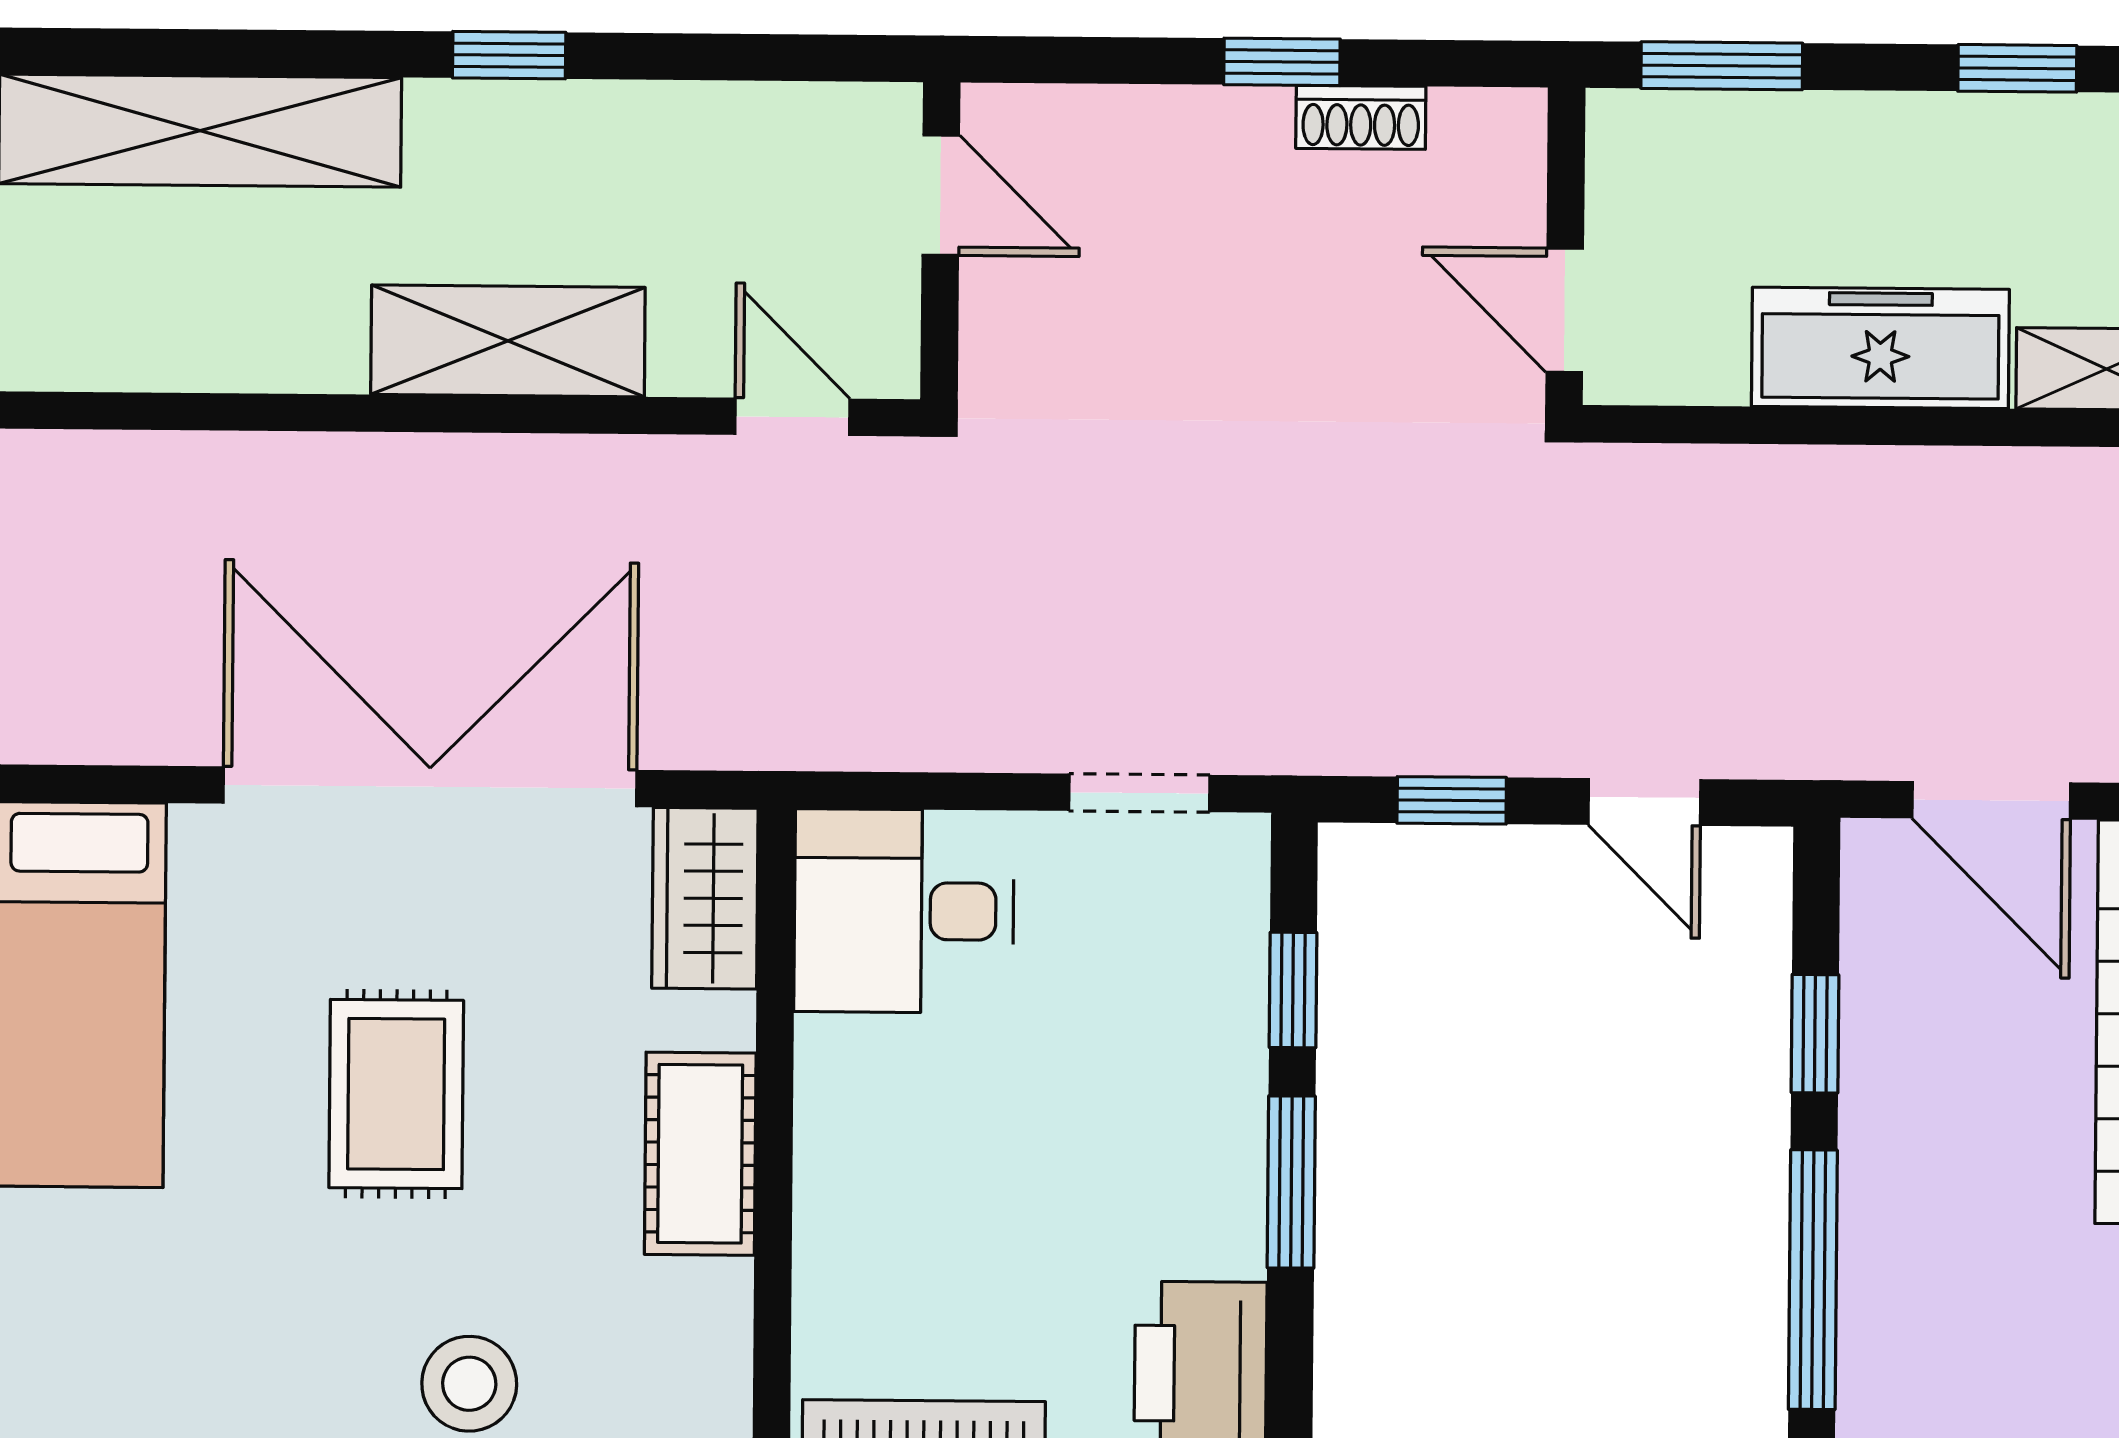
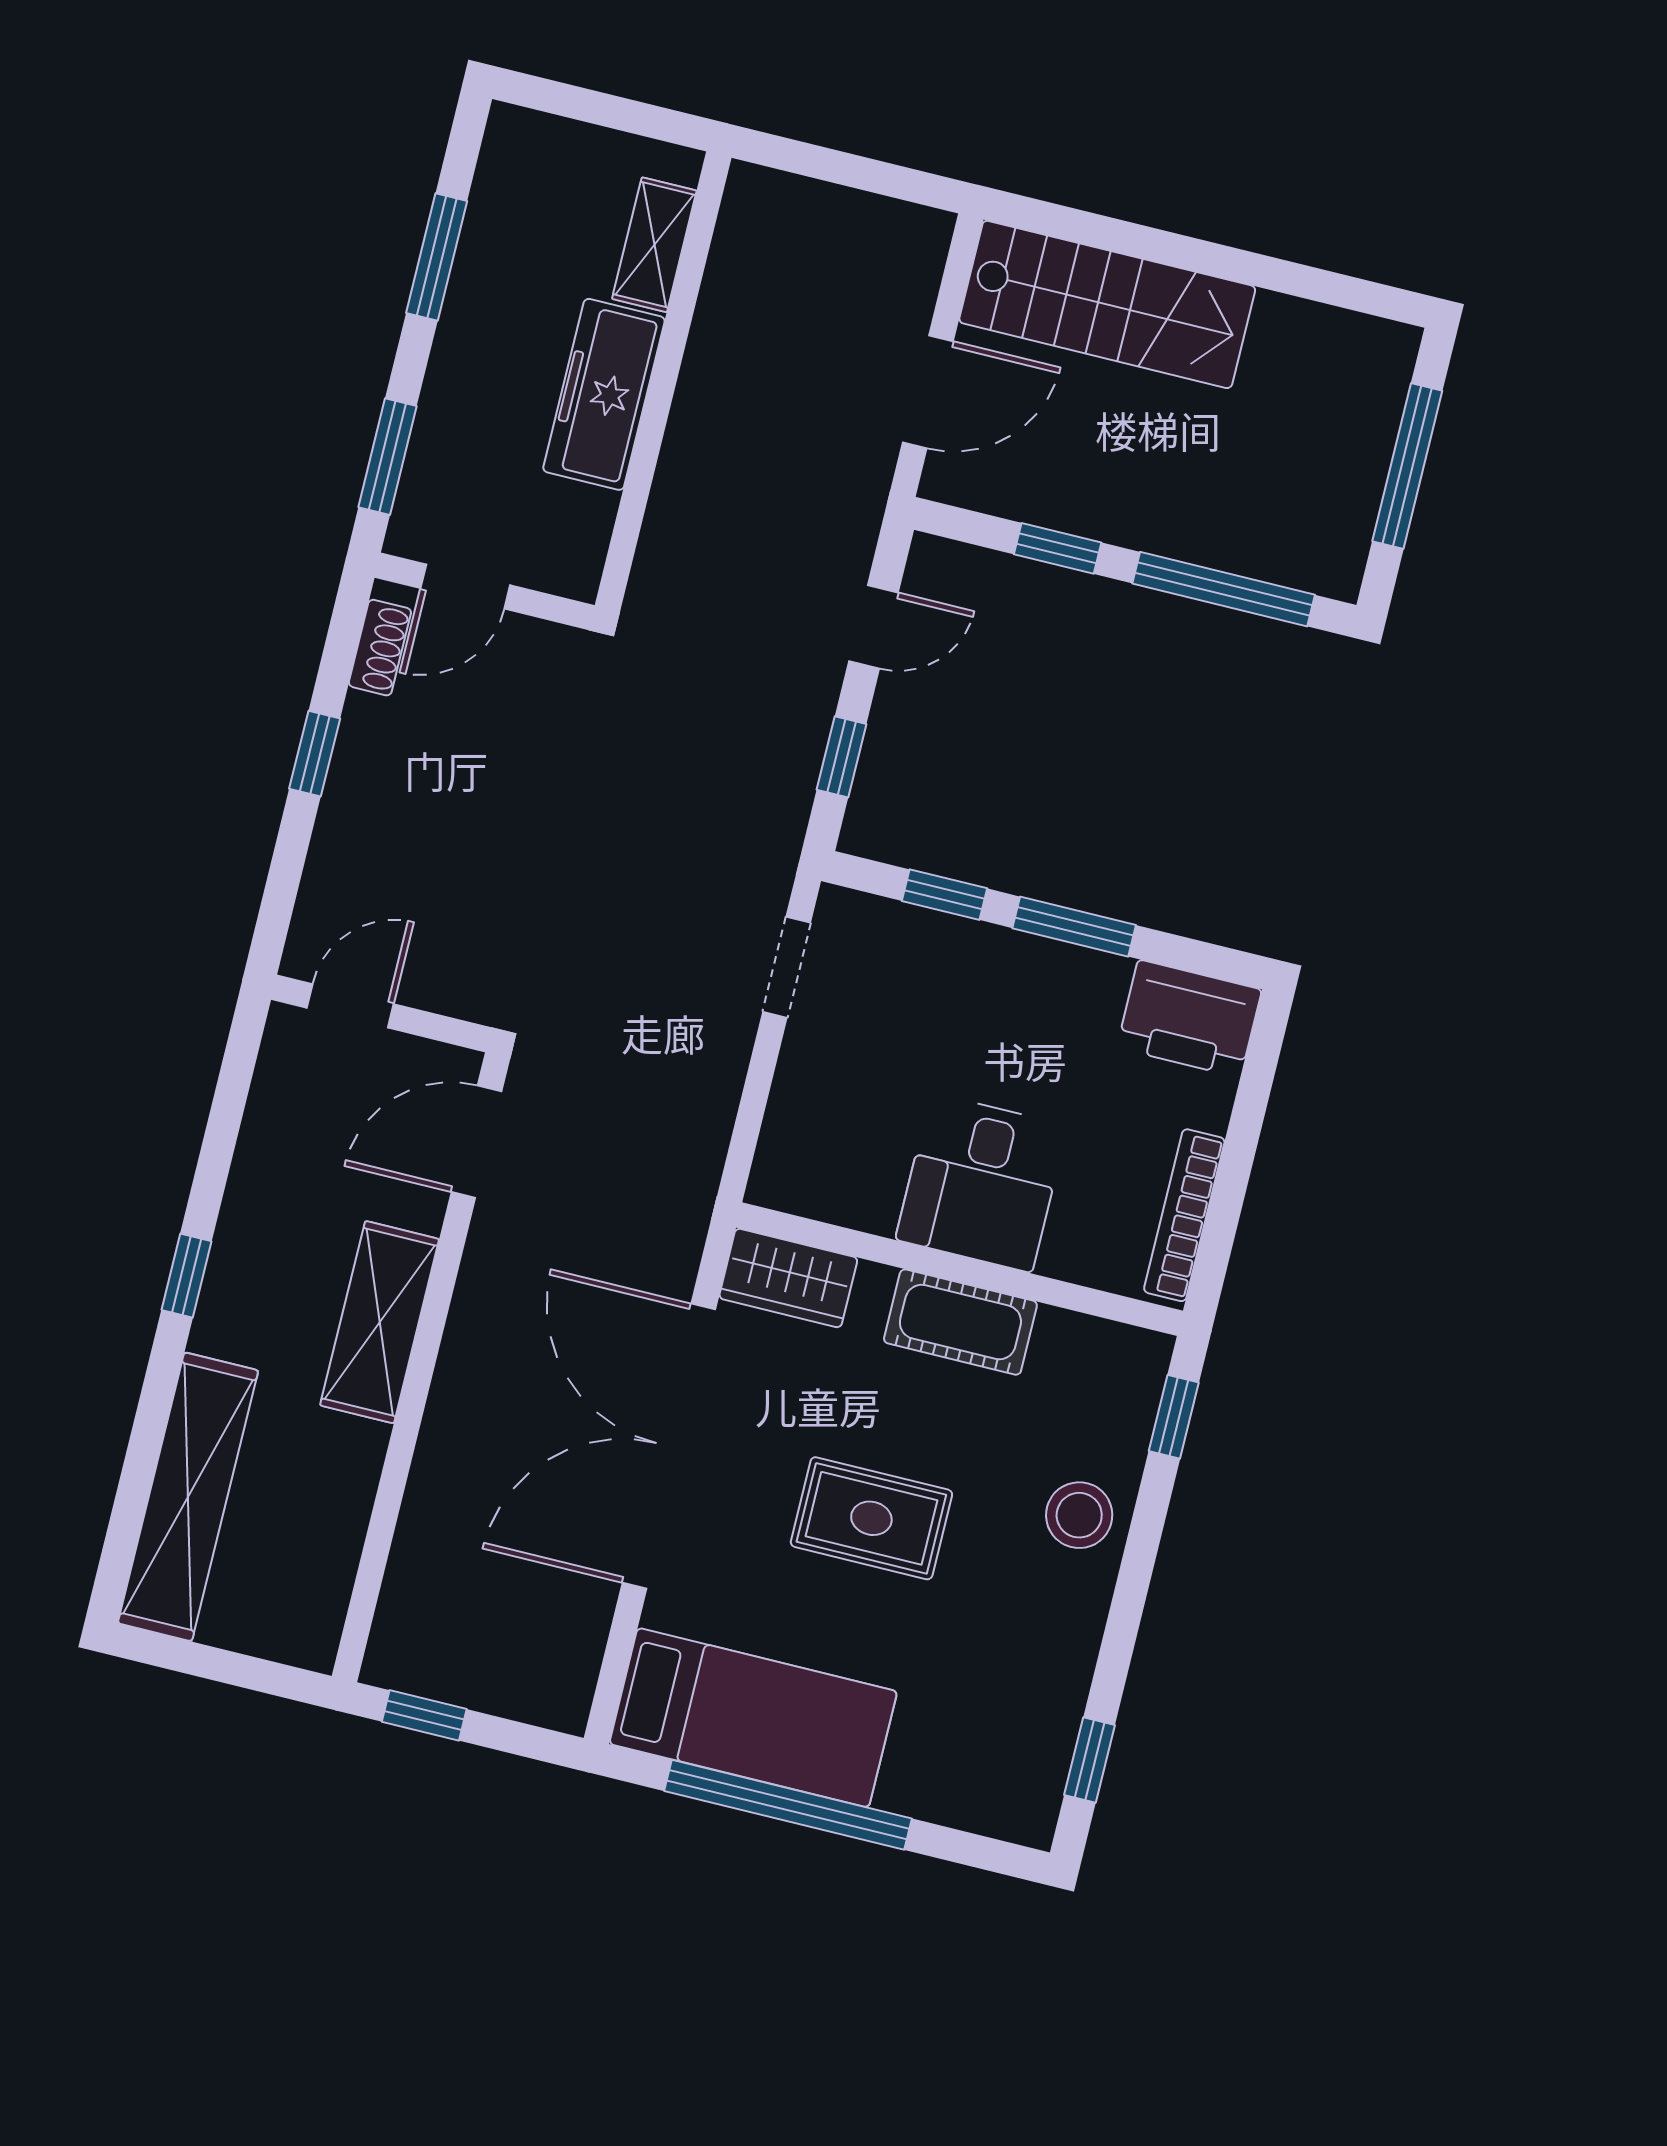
window: (2017, 68) -> (437, 257), width x1.50
shoe rack: (1361, 117) -> (380, 648), moved
door: (1565, 310) -> (465, 587), moved
door: (792, 417) -> (476, 1142), width x1.38
desk: (904, 911) -> (982, 1183), moved

